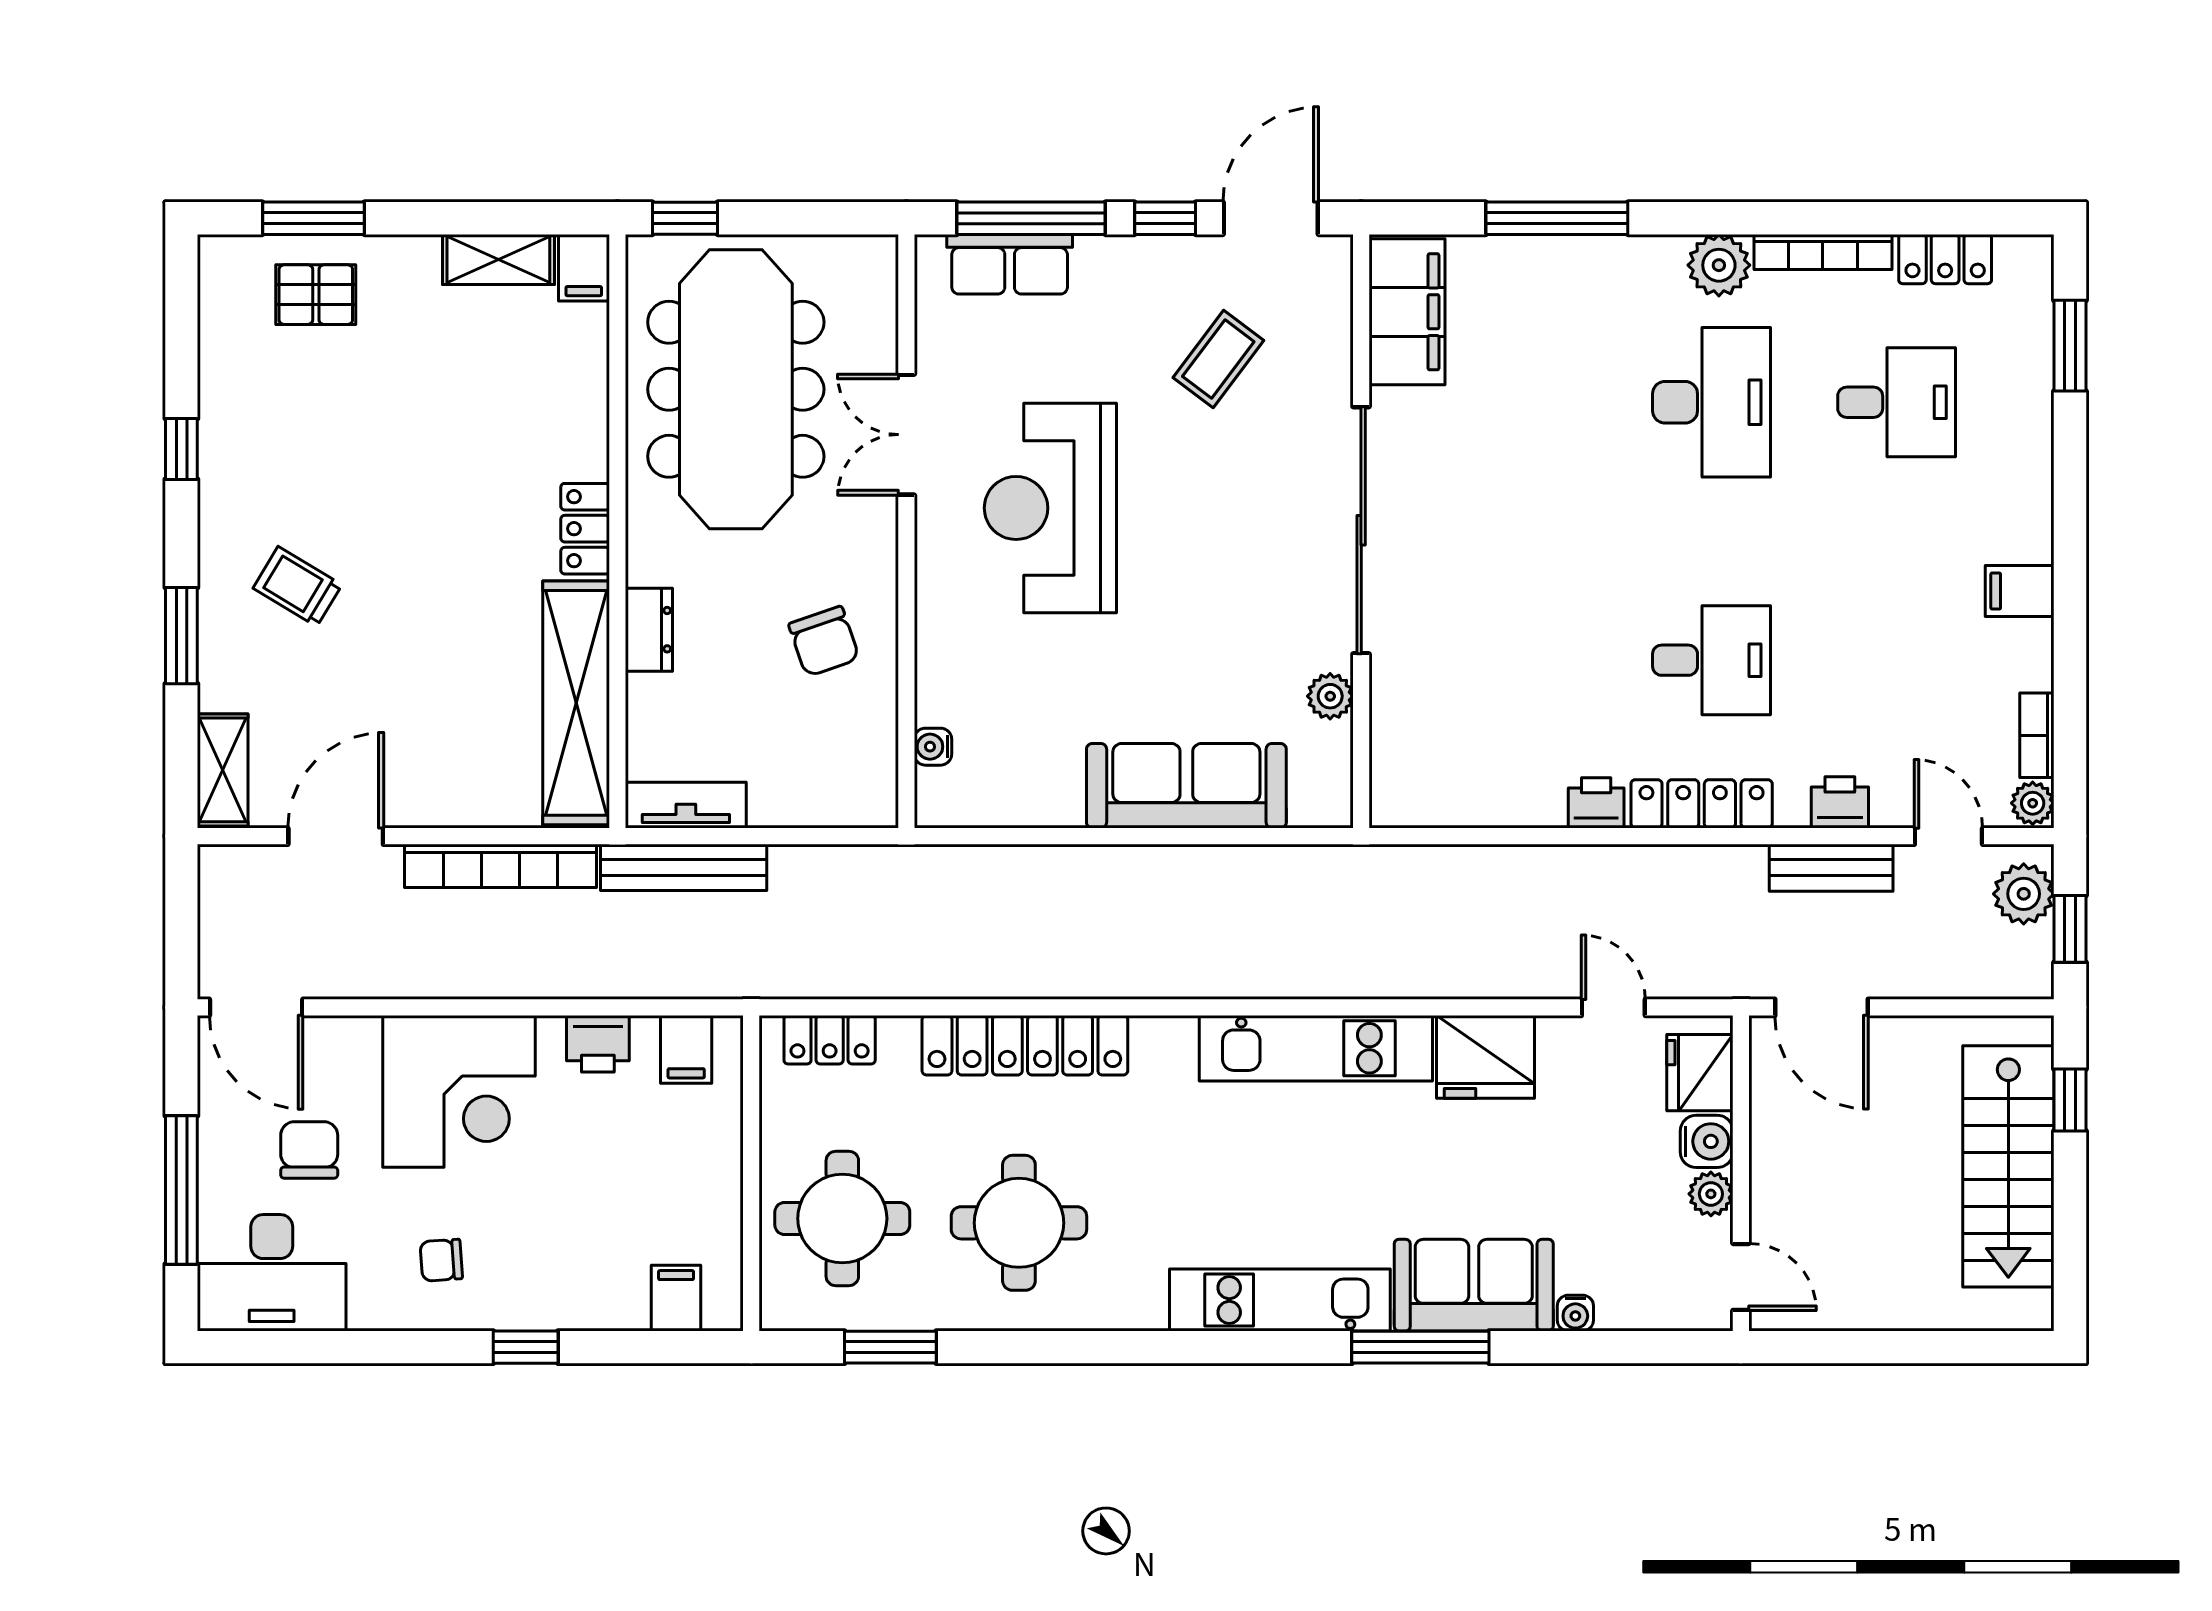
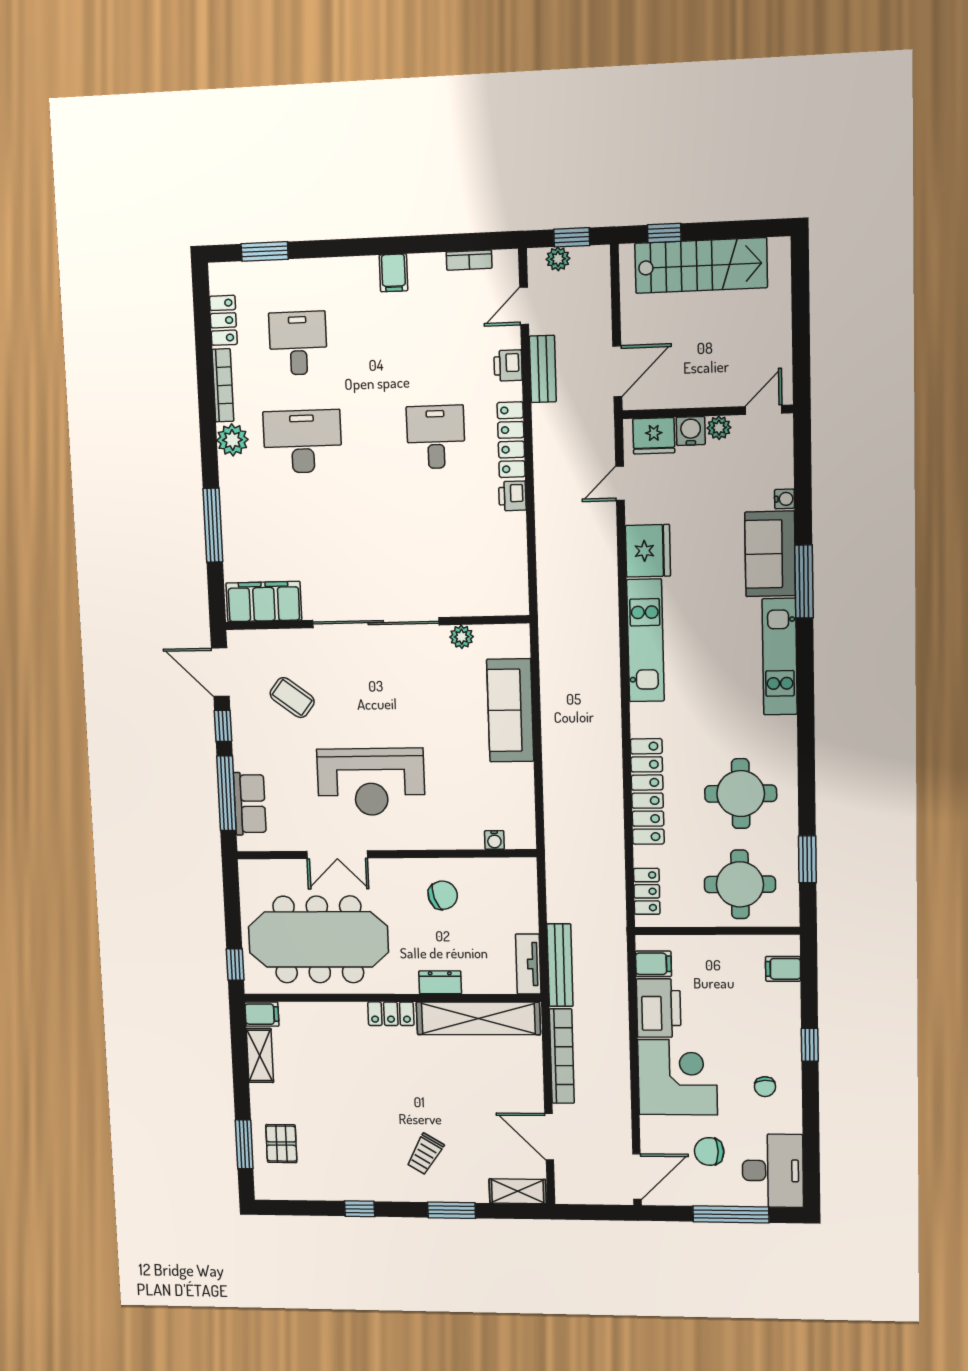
plant: (2033, 803) -> (505, 261), removed
plant: (2024, 894) -> (558, 259), width x0.73, depth x0.73
printer: (598, 1044) -> (659, 1008), width x1.87, depth x1.48

